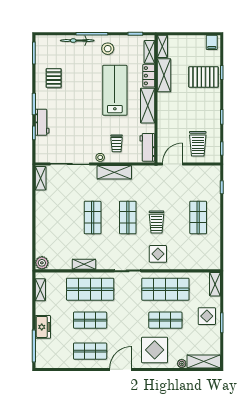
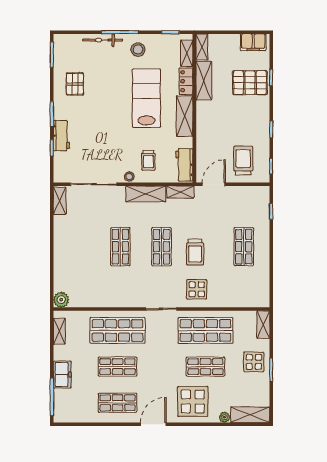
filing cabinet: (212, 42) -> (253, 42), width x2.00
trolley: (198, 144) -> (243, 161), turned 180
shelving: (84, 264) -> (180, 192), moved

